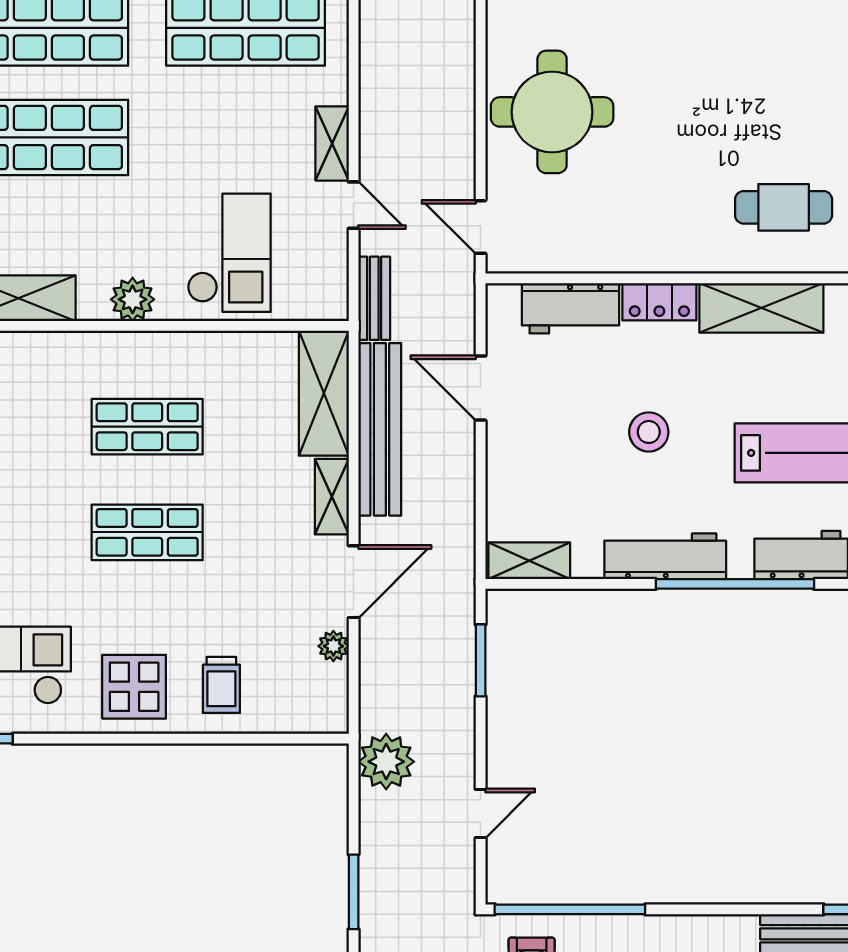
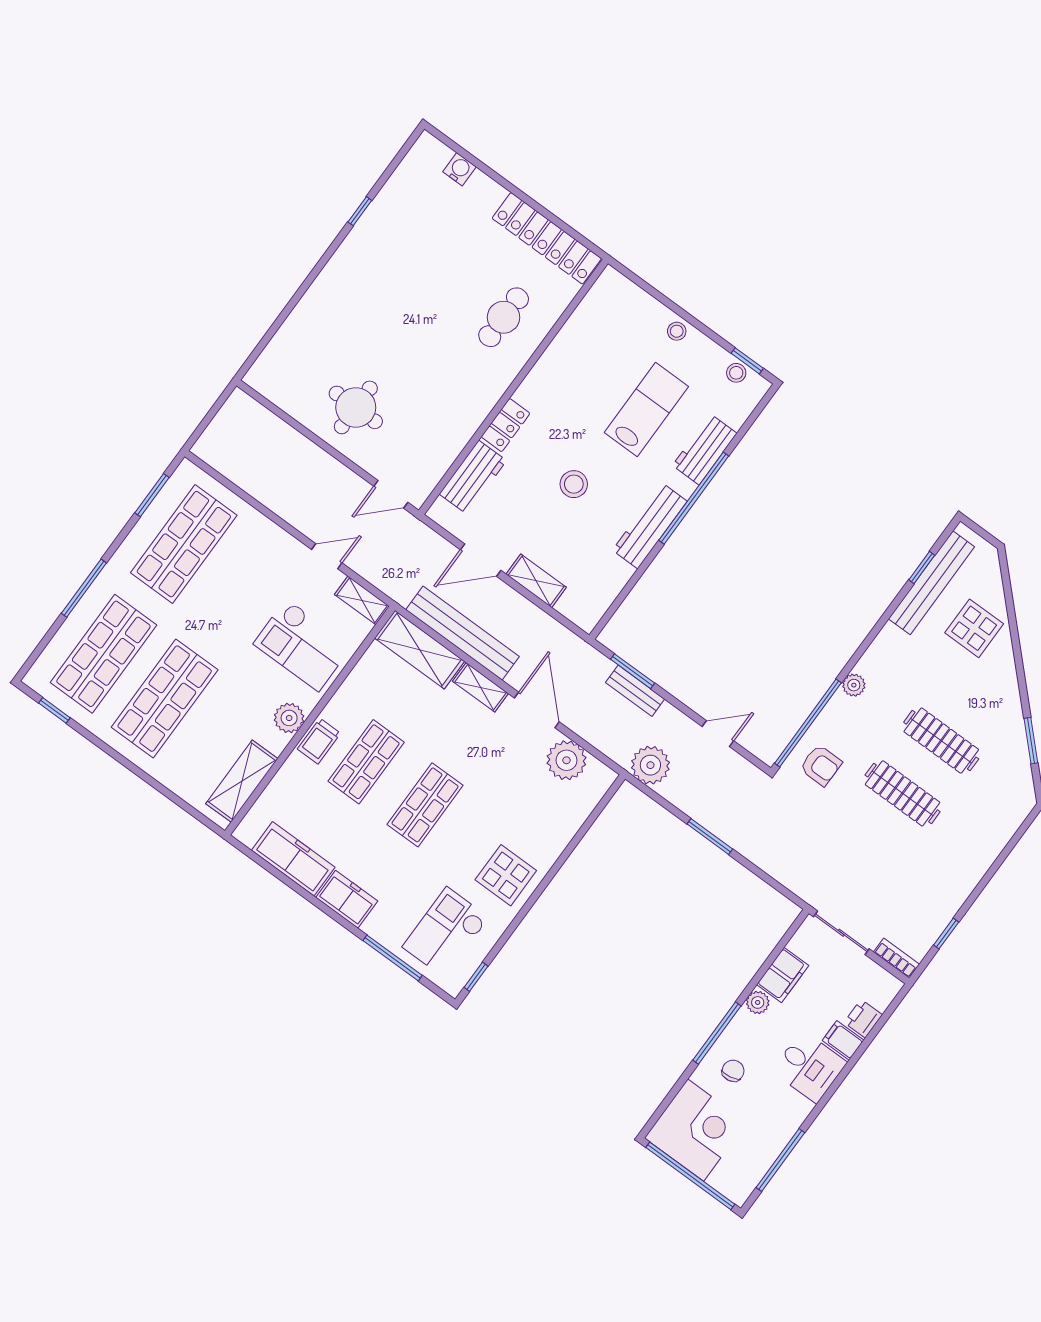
round table: (552, 112) -> (356, 407), width x0.73, depth x0.73
shelving: (332, 143) -> (362, 600), moved
checkout: (229, 253) -> (303, 645), turned 180
bench: (374, 298) -> (635, 691), moved
shelving: (761, 308) -> (551, 371), removed
shelving: (529, 561) -> (536, 581), moved, turned 90
plant: (333, 646) -> (566, 760), width x1.88, depth x1.88
trolley: (221, 685) -> (319, 741), moved, turned 90
door: (481, 813) -> (718, 734), hinge flipped
plant: (653, 931) -> (854, 685), added

